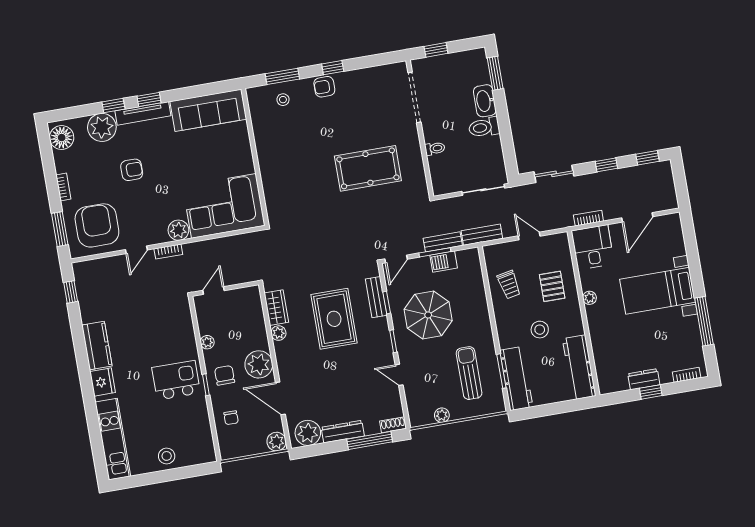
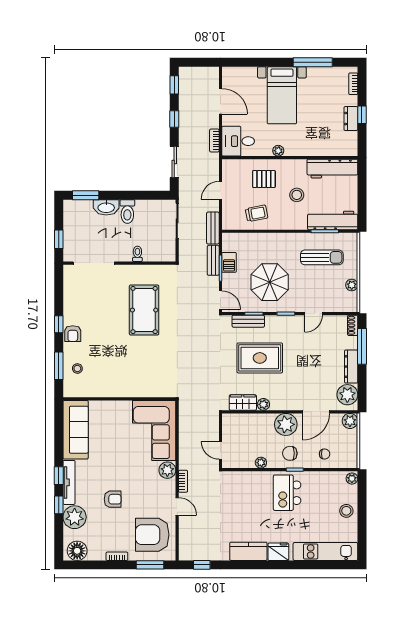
armchair: (132, 170) -> (113, 499), turned 90
sun lounger: (469, 373) -> (322, 257), turned 180
plant: (207, 456) -> (352, 479), added

